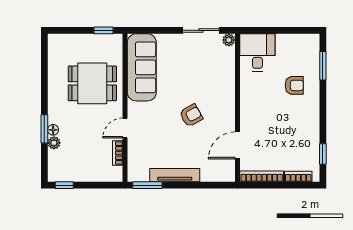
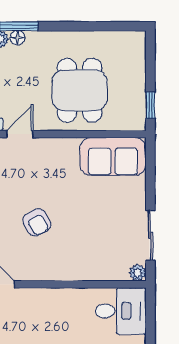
sofa: (142, 67) -> (113, 156), width x0.73
door: (125, 128) -> (20, 134), hinge flipped

